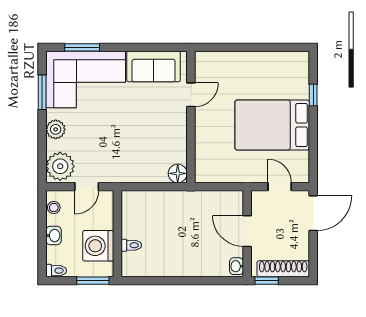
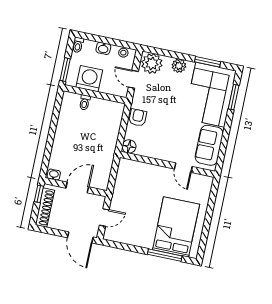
window: (313, 95) -> (165, 255), width x2.17
bed: (272, 125) -> (176, 227), moved
armchair: (137, 170) -> (138, 118), added

